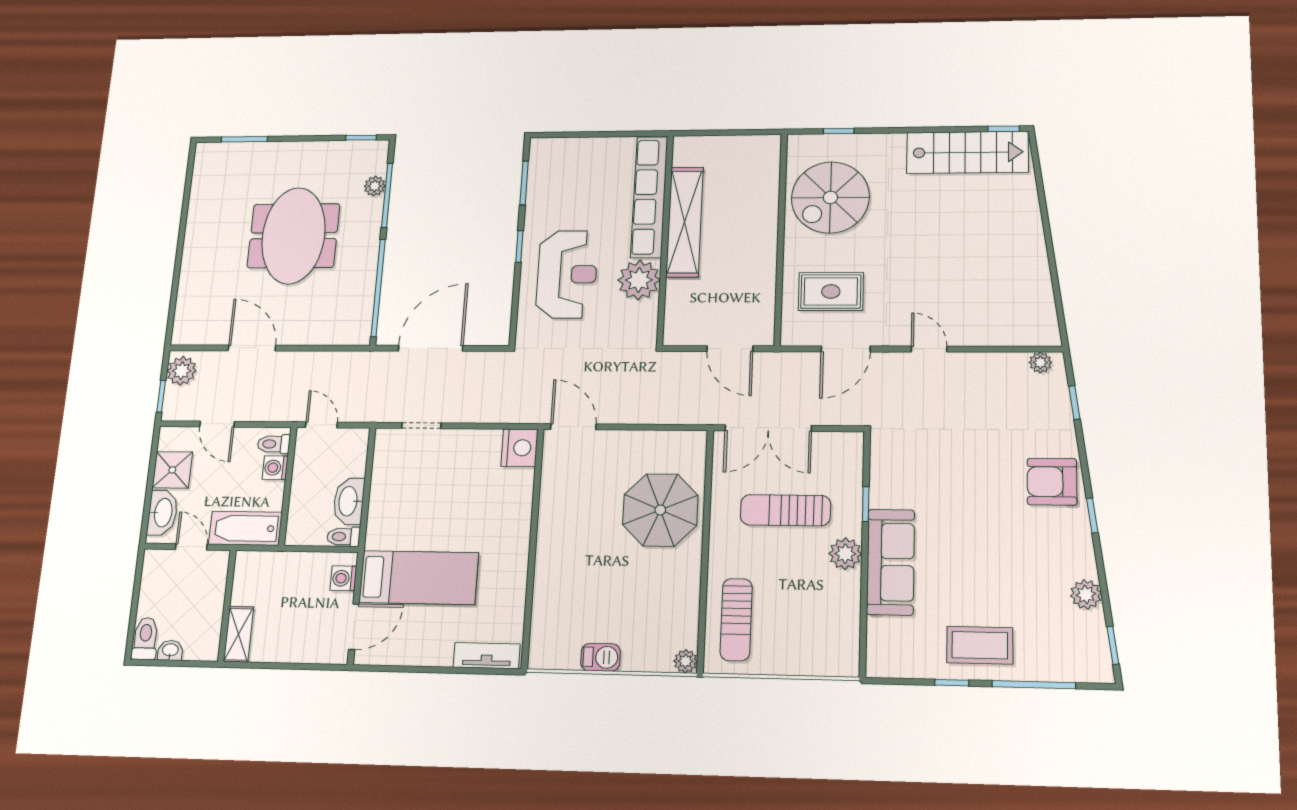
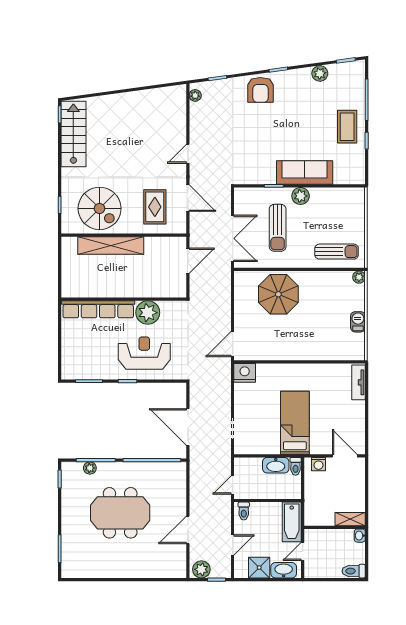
shelving: (685, 222) -> (111, 246), moved
washing machine: (275, 468) -> (257, 509), removed
bed: (419, 578) -> (295, 423), moved
washbasin: (170, 650) -> (360, 536), moved

